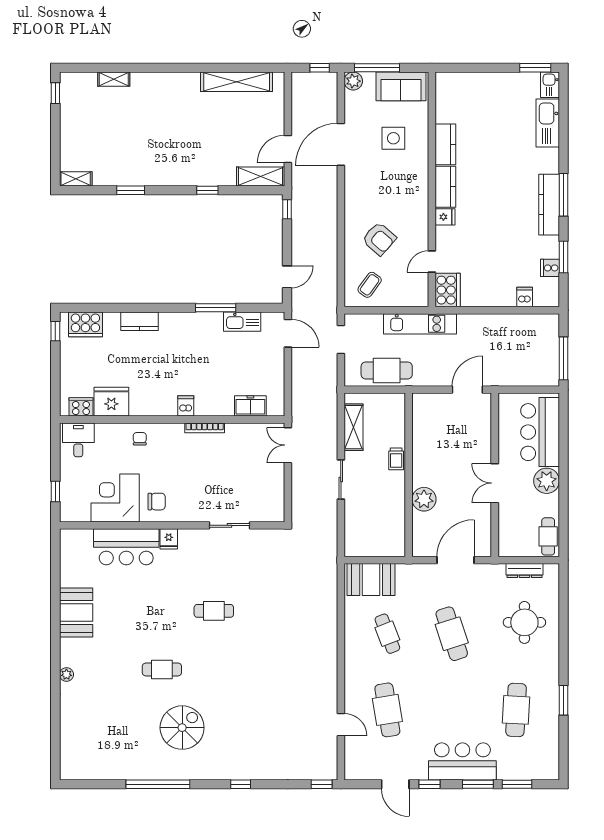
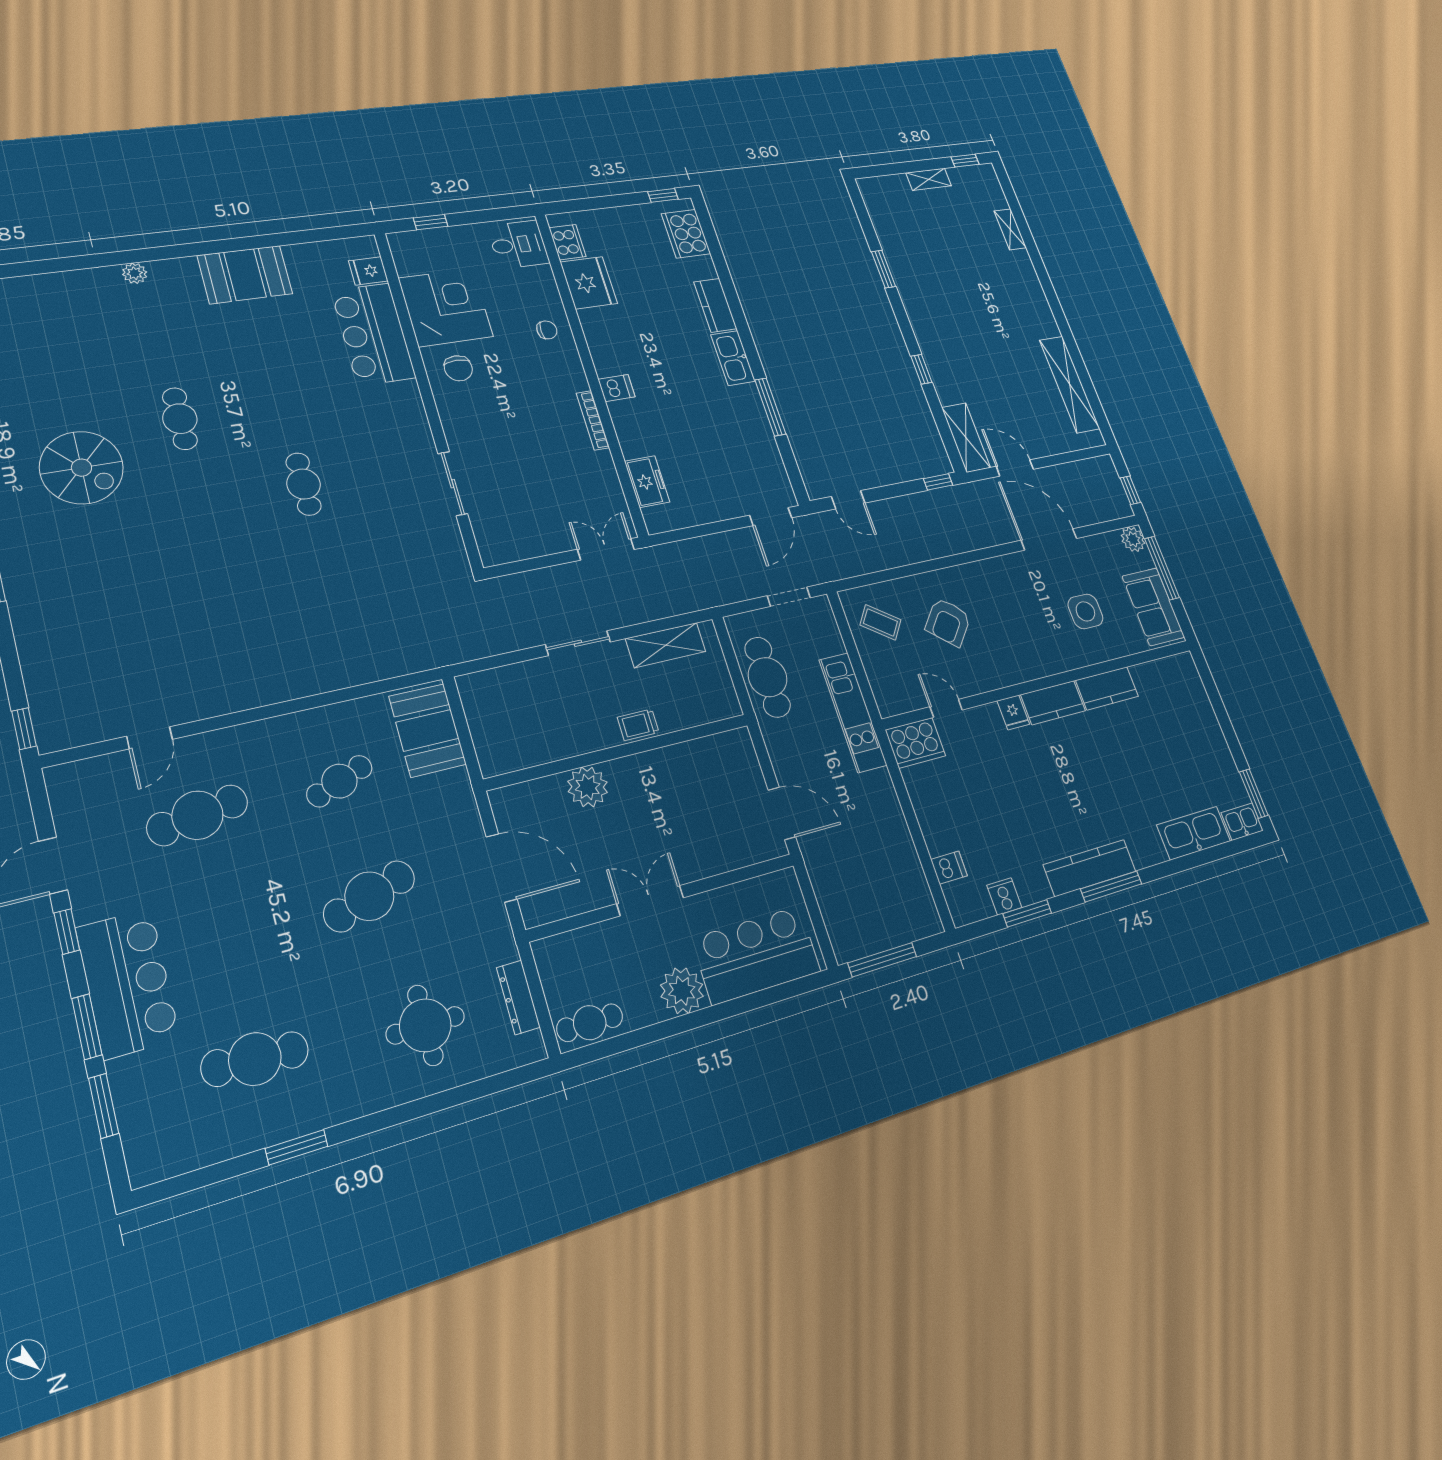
shelving: (76, 179) -> (929, 179), moved, turned 90
kitchen sink: (242, 322) -> (733, 358), moved
fridge: (169, 539) -> (368, 271), moved

